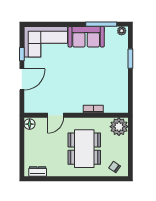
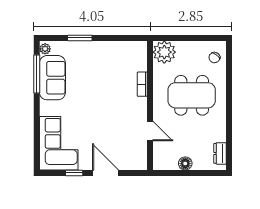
sofa: (86, 37) -> (52, 78), moved
floor lamp: (30, 124) -> (185, 163), moved

